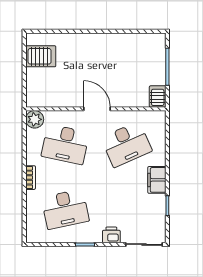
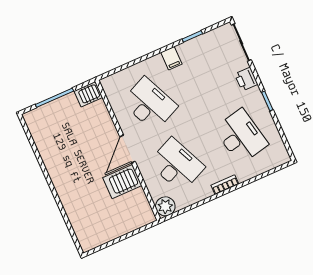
server rack: (41, 56) -> (122, 182), moved, turned -90
desk: (65, 144) -> (177, 165), turned -36
filing cabinet: (157, 180) -> (171, 58), width x0.50

